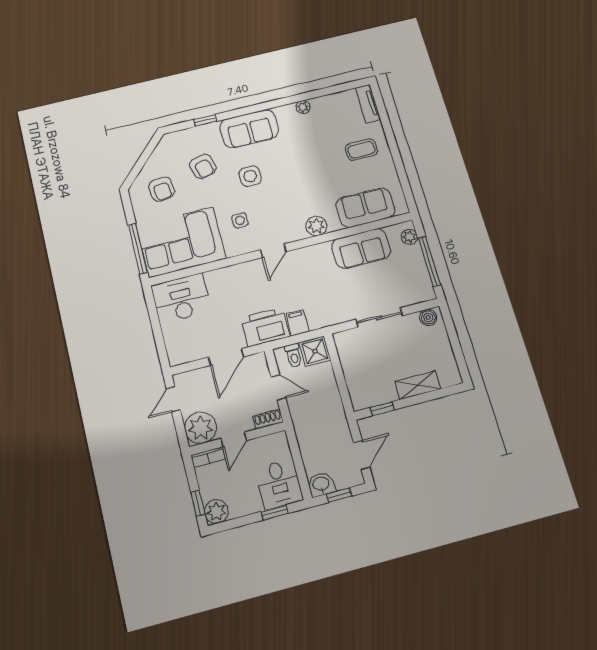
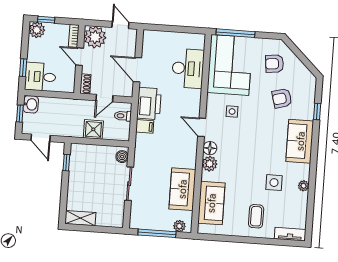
side table: (250, 176) -> (274, 183), moved
floor lamp: (296, 232) -> (210, 148), added
desk: (181, 298) -> (188, 68), moved
boiler: (428, 317) -> (122, 157), moved
shower: (315, 351) -> (93, 129), moved
shelving: (418, 385) -> (80, 218), moved, turned 90

